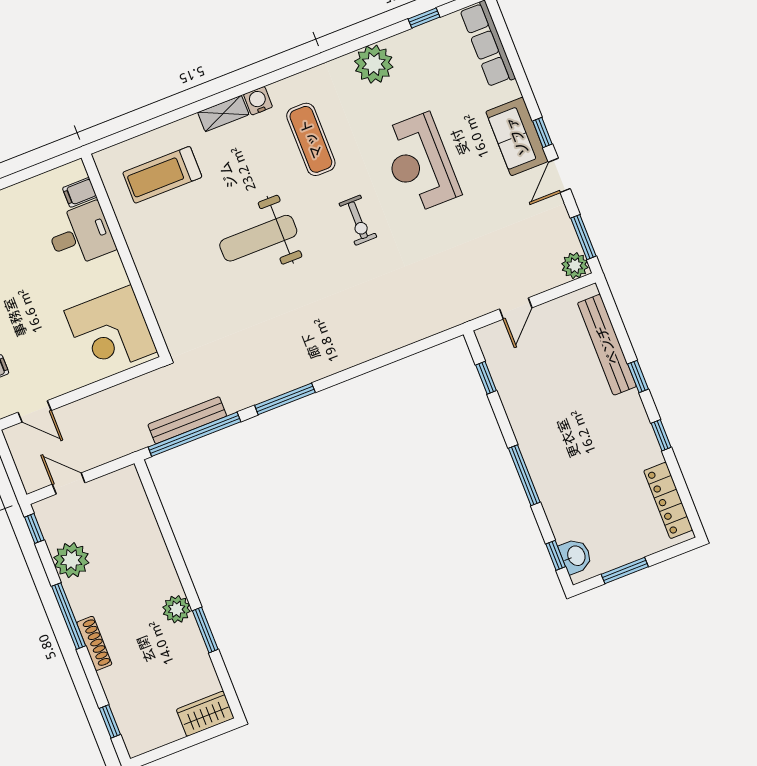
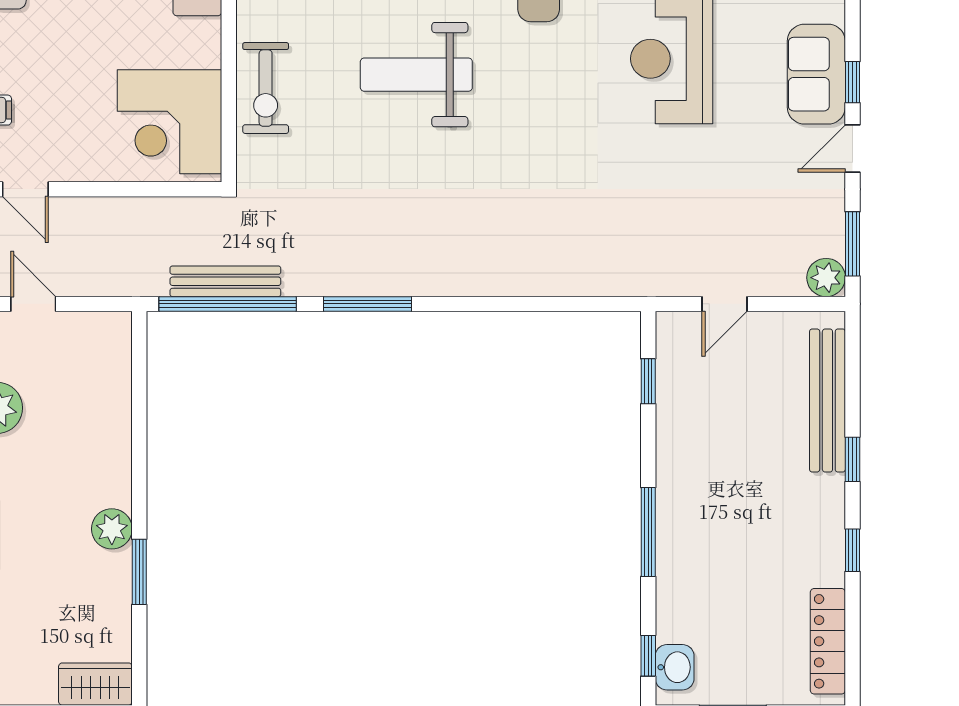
exercise bike: (358, 220) -> (266, 88), moved, width x1.38, depth x1.39

